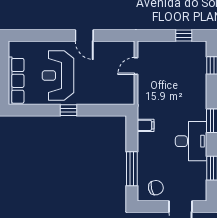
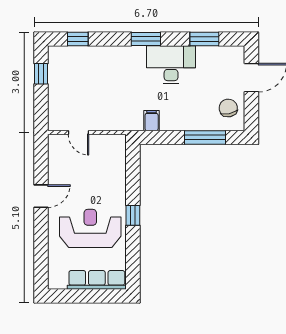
reception desk: (58, 75) -> (90, 228), turned 180

